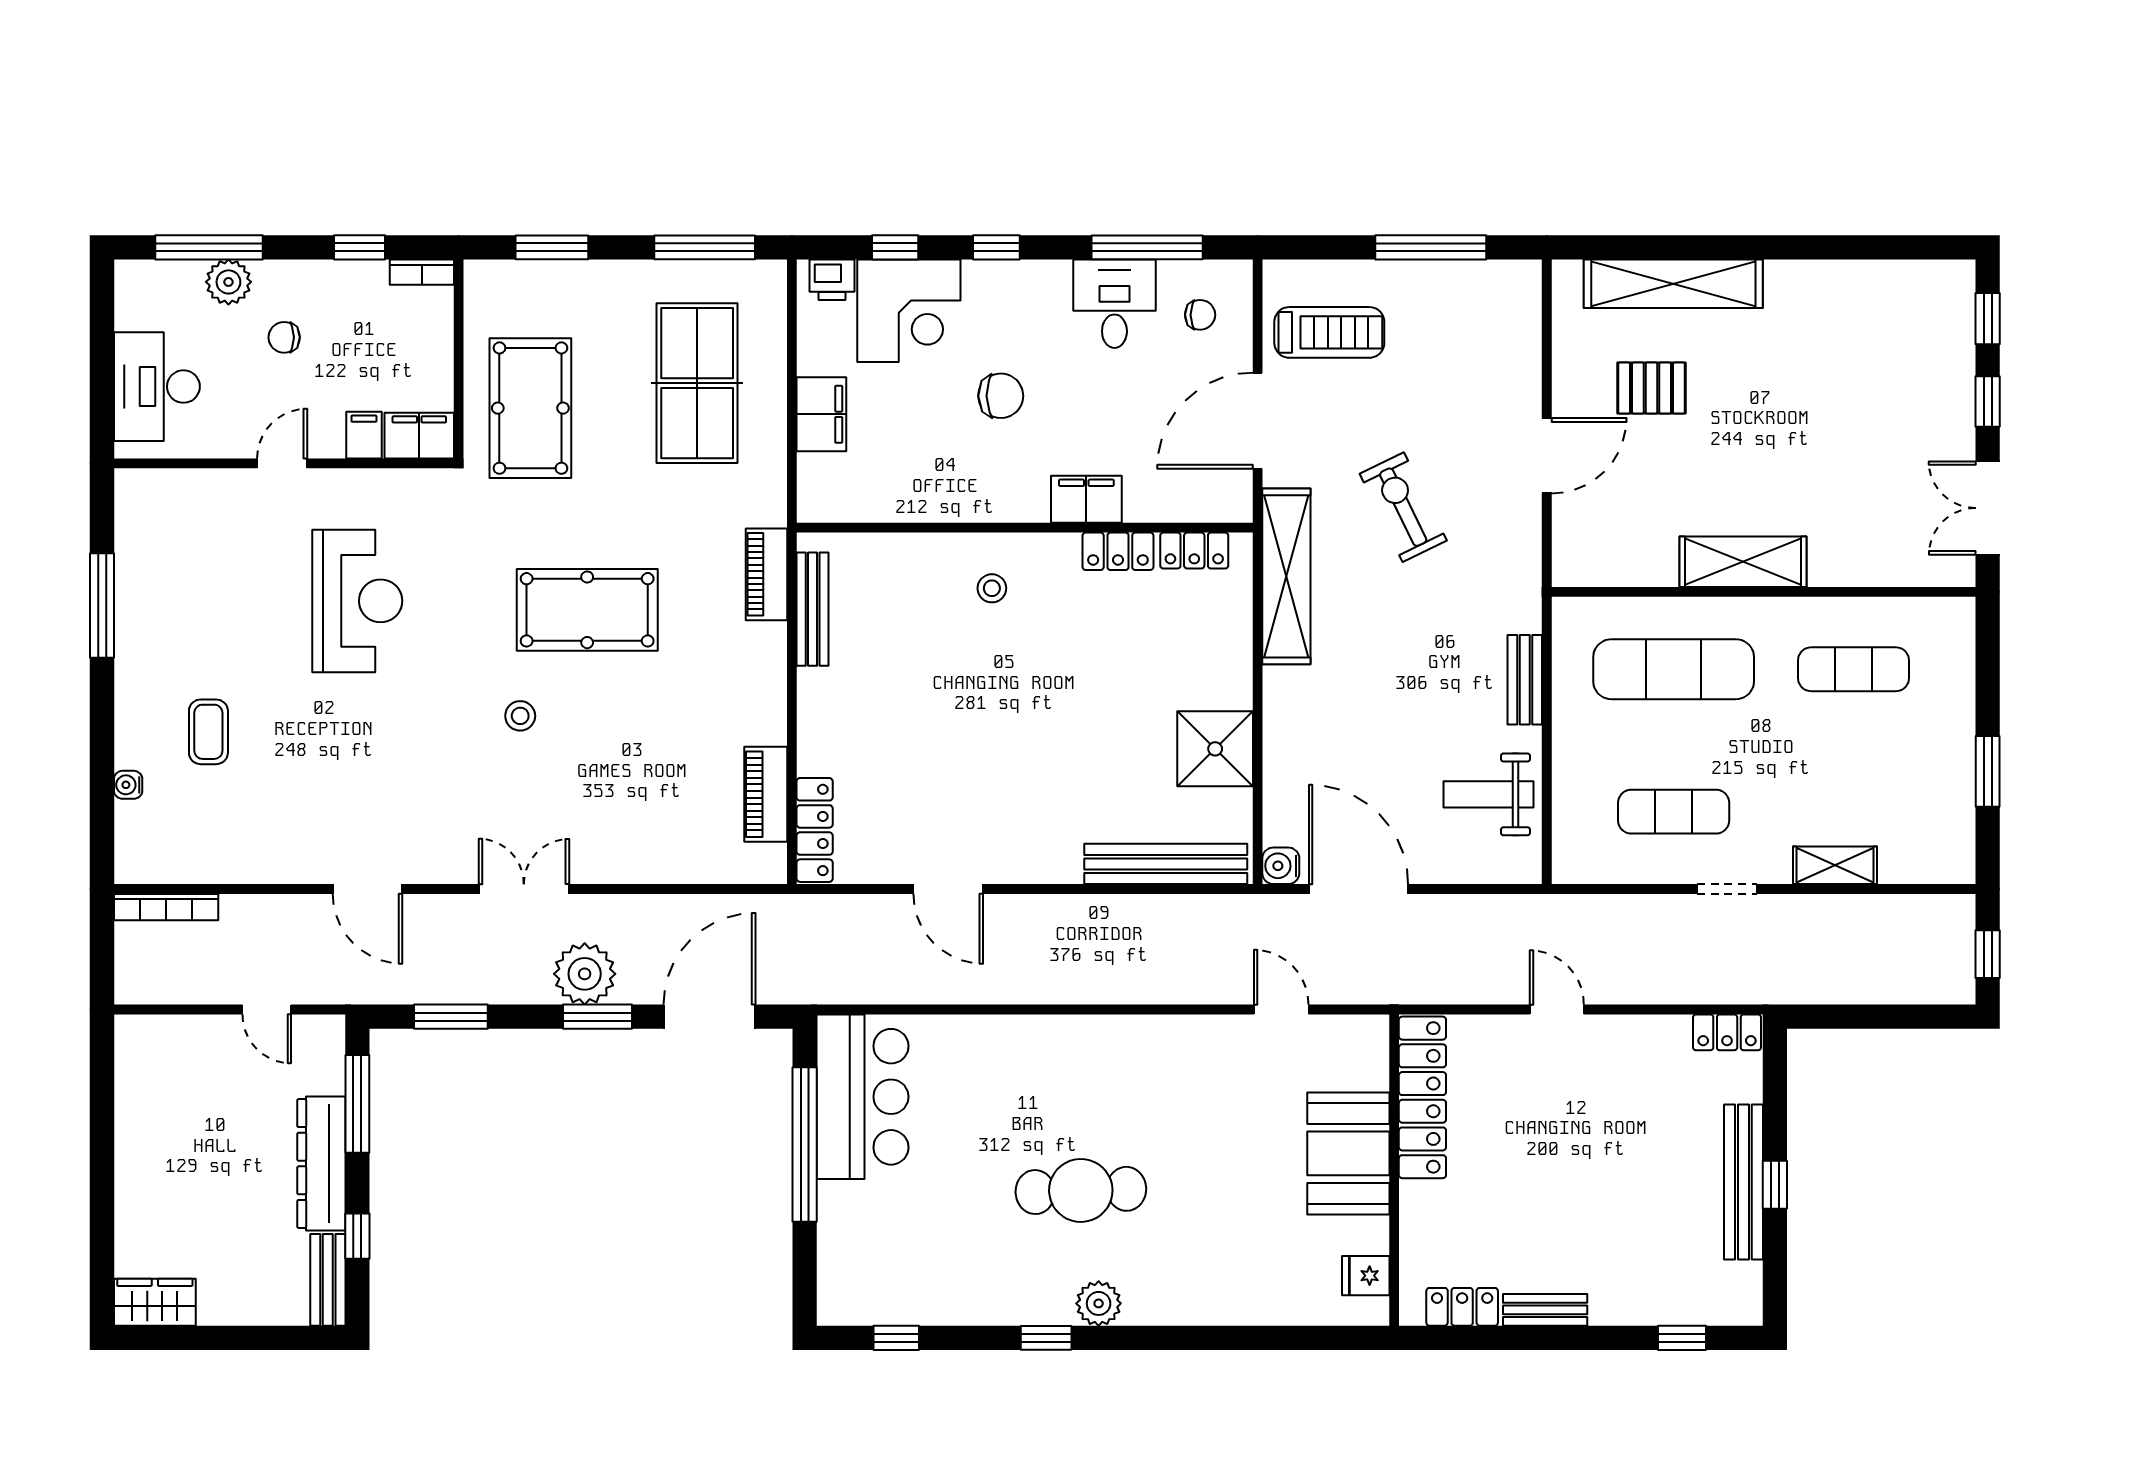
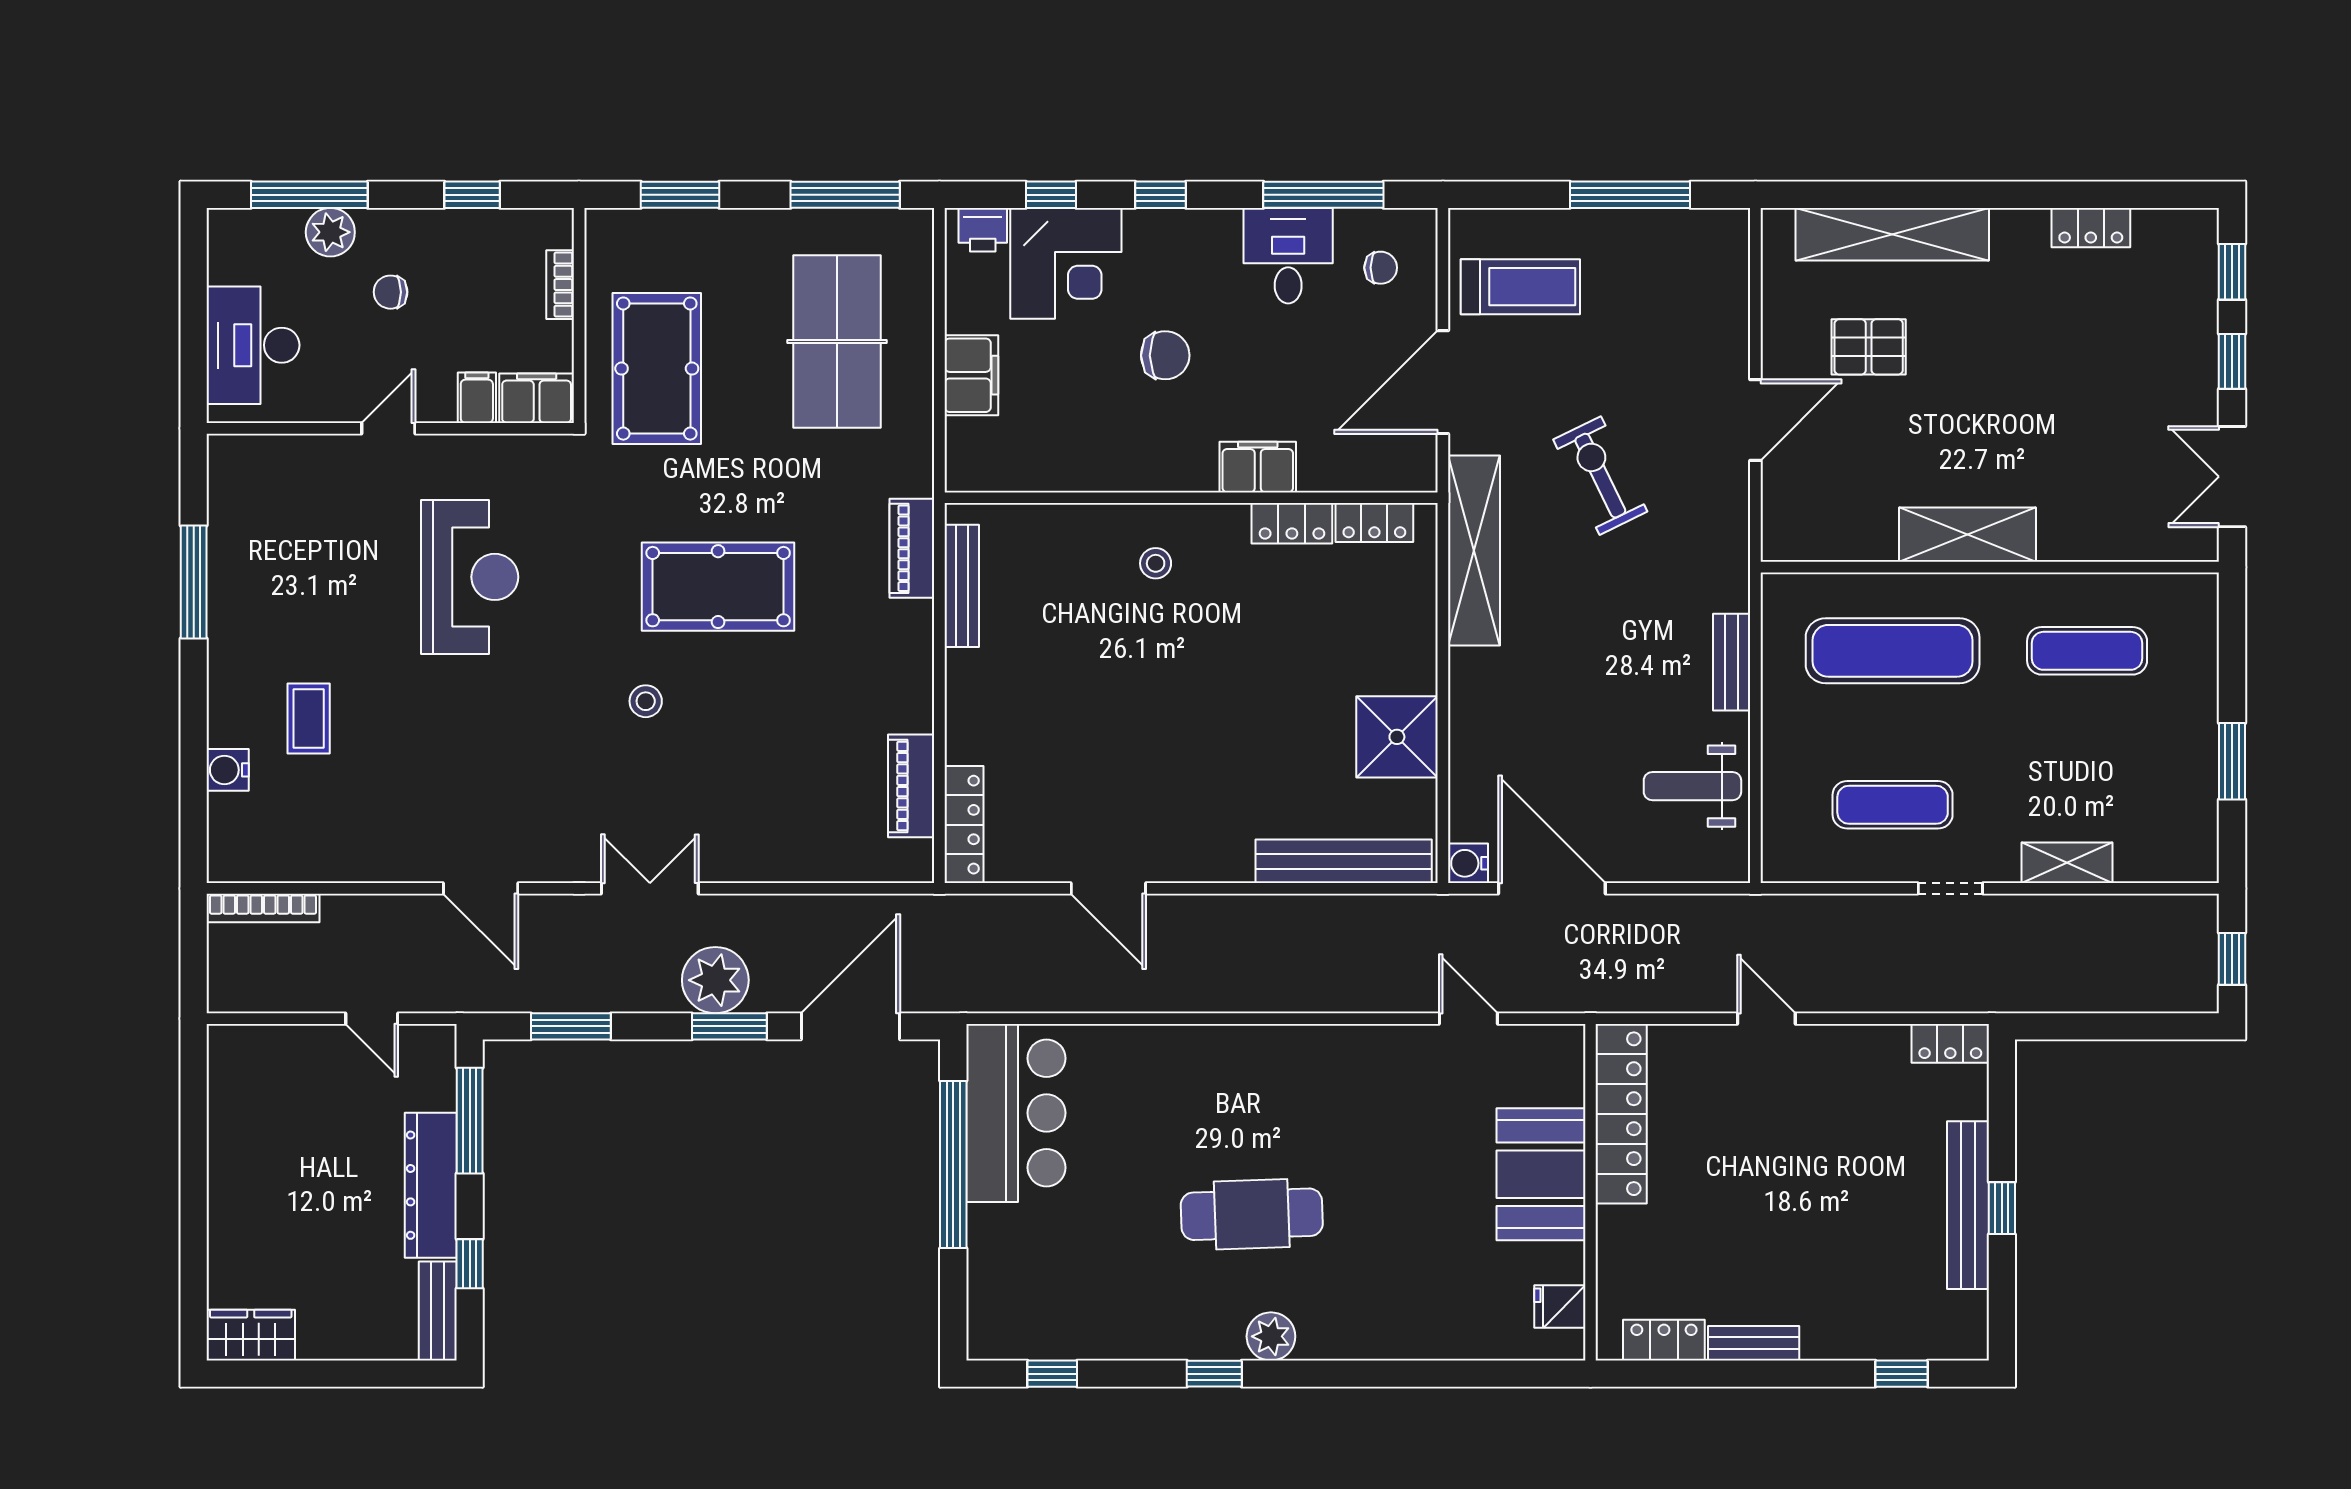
bookcase: (422, 272) -> (560, 285), moved, turned 90
locker: (1857, 278) -> (2091, 228), added
water cooler: (128, 785) -> (228, 770), width x1.38, depth x1.38

